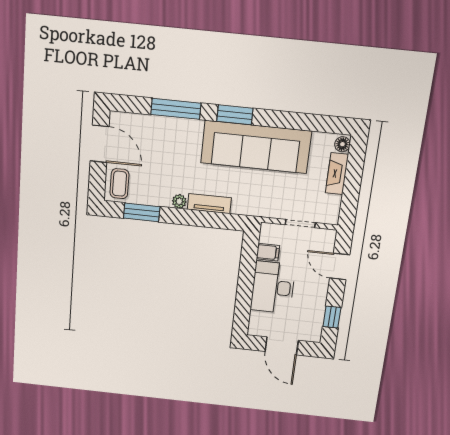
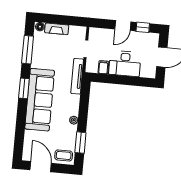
window: (176, 109) -> (28, 50), moved
door: (100, 144) -> (41, 167), hinge flipped
sofa: (256, 147) -> (40, 100), moved
tv unit: (209, 204) -> (77, 76), moved, width x1.41
door: (340, 266) -> (123, 25), moved

